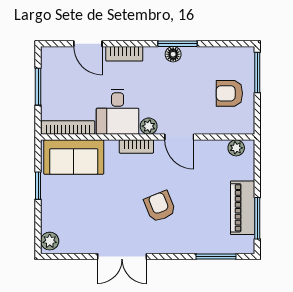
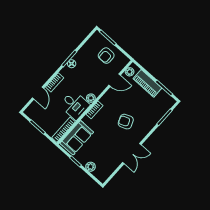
door: (88, 44) -> (38, 93), hinge flipped
door: (179, 137) -> (115, 80), moved
piano: (243, 208) -> (147, 83), moved
plant: (50, 241) -> (91, 167), moved

